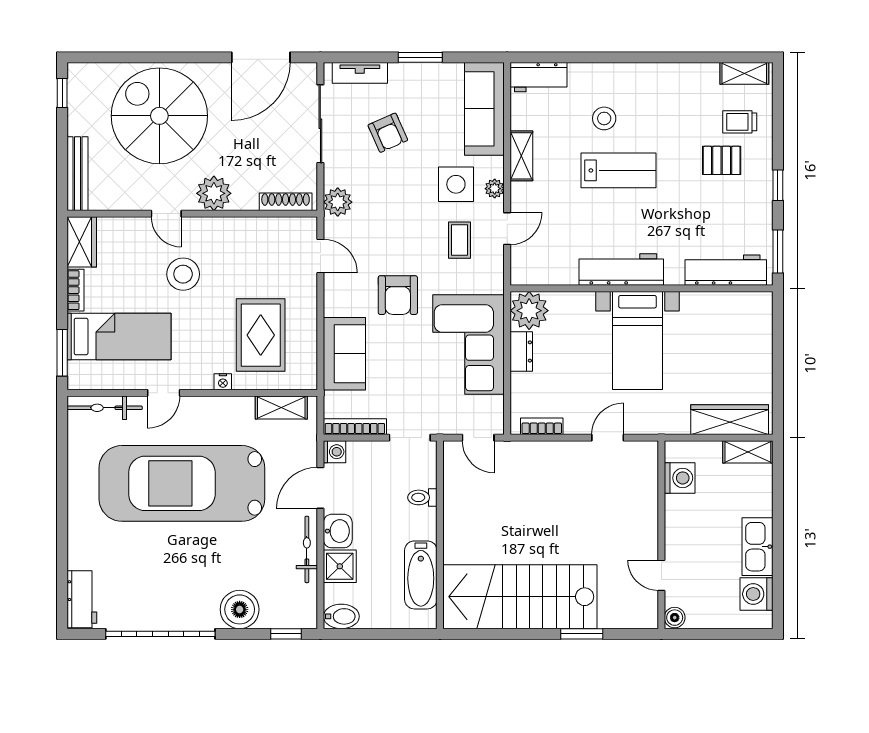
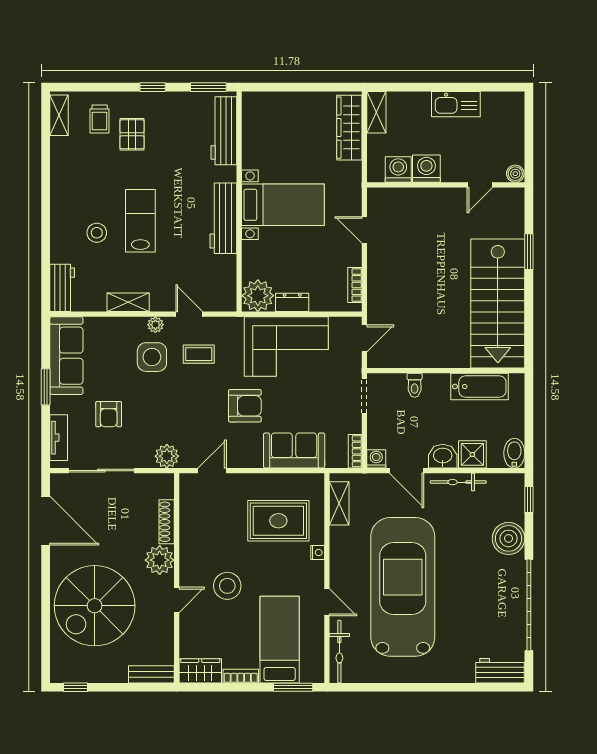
sofa: (484, 109) -> (66, 356), moved, turned -90
armchair: (388, 133) -> (109, 414), turned 114
bench: (77, 174) -> (151, 674), width x0.73
shoe rack: (286, 202) -> (167, 522), moved
bookcase: (355, 427) -> (355, 451), width x0.64
car: (182, 483) -> (403, 587), turned 180
washing machine: (756, 594) -> (426, 169), moved, turned 180

